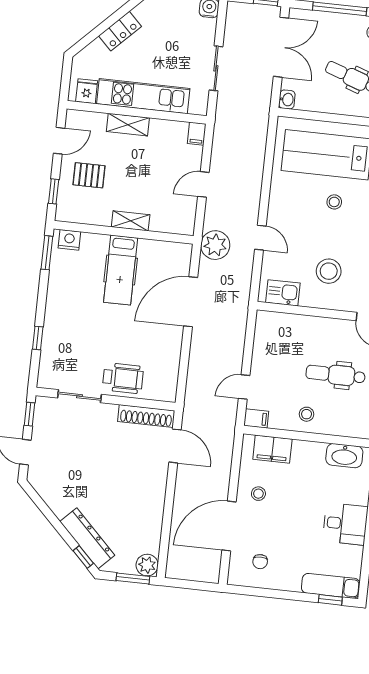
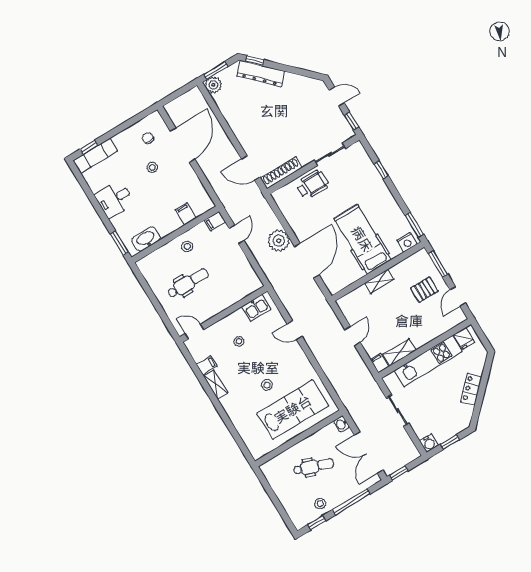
shelving: (128, 125) -> (399, 352), moved
window: (54, 191) -> (438, 264), width x1.50
plant: (215, 245) -> (279, 241), moved
hospital bed: (121, 270) -> (362, 239), width x1.37, depth x1.29
stool: (329, 271) -> (239, 341), width x0.53, depth x0.53
wheelchair: (123, 378) -> (312, 185), turned 180
filing cabinet: (272, 449) -> (186, 214), width x0.50
stool: (258, 494) -> (152, 167), moved

